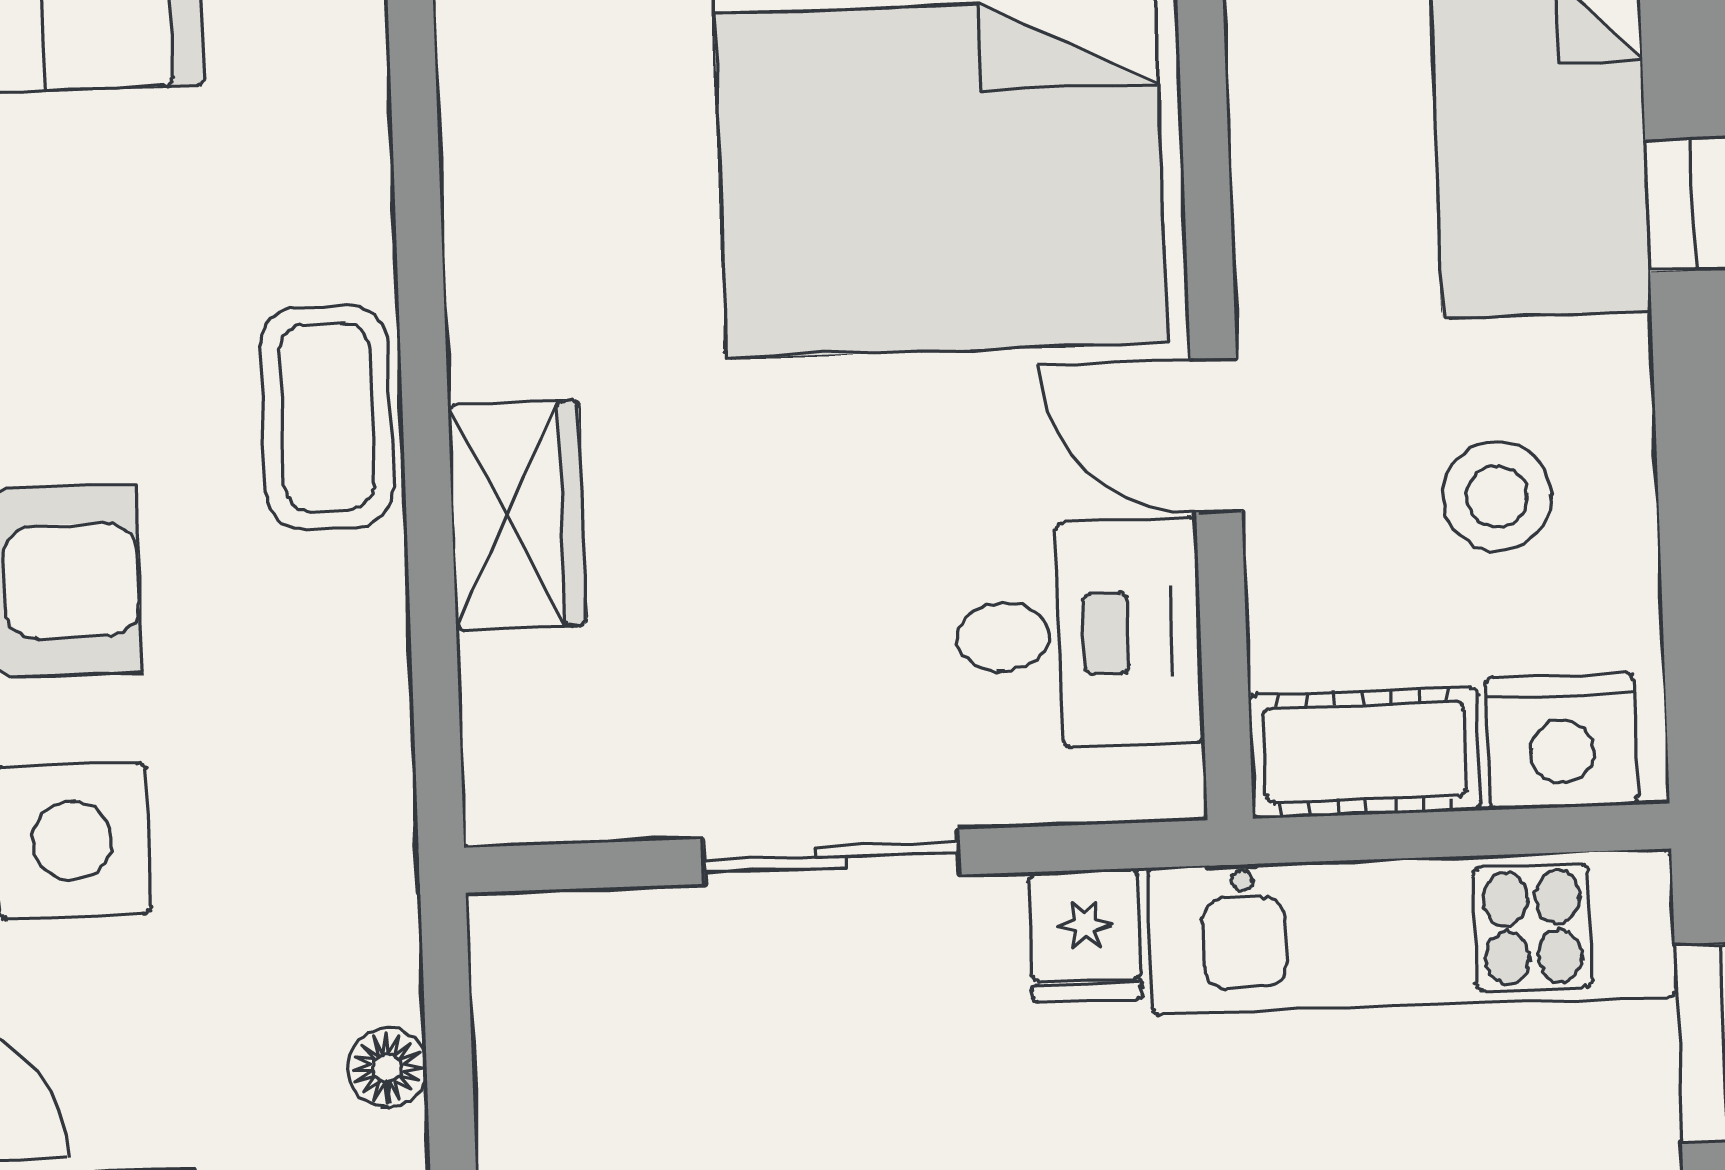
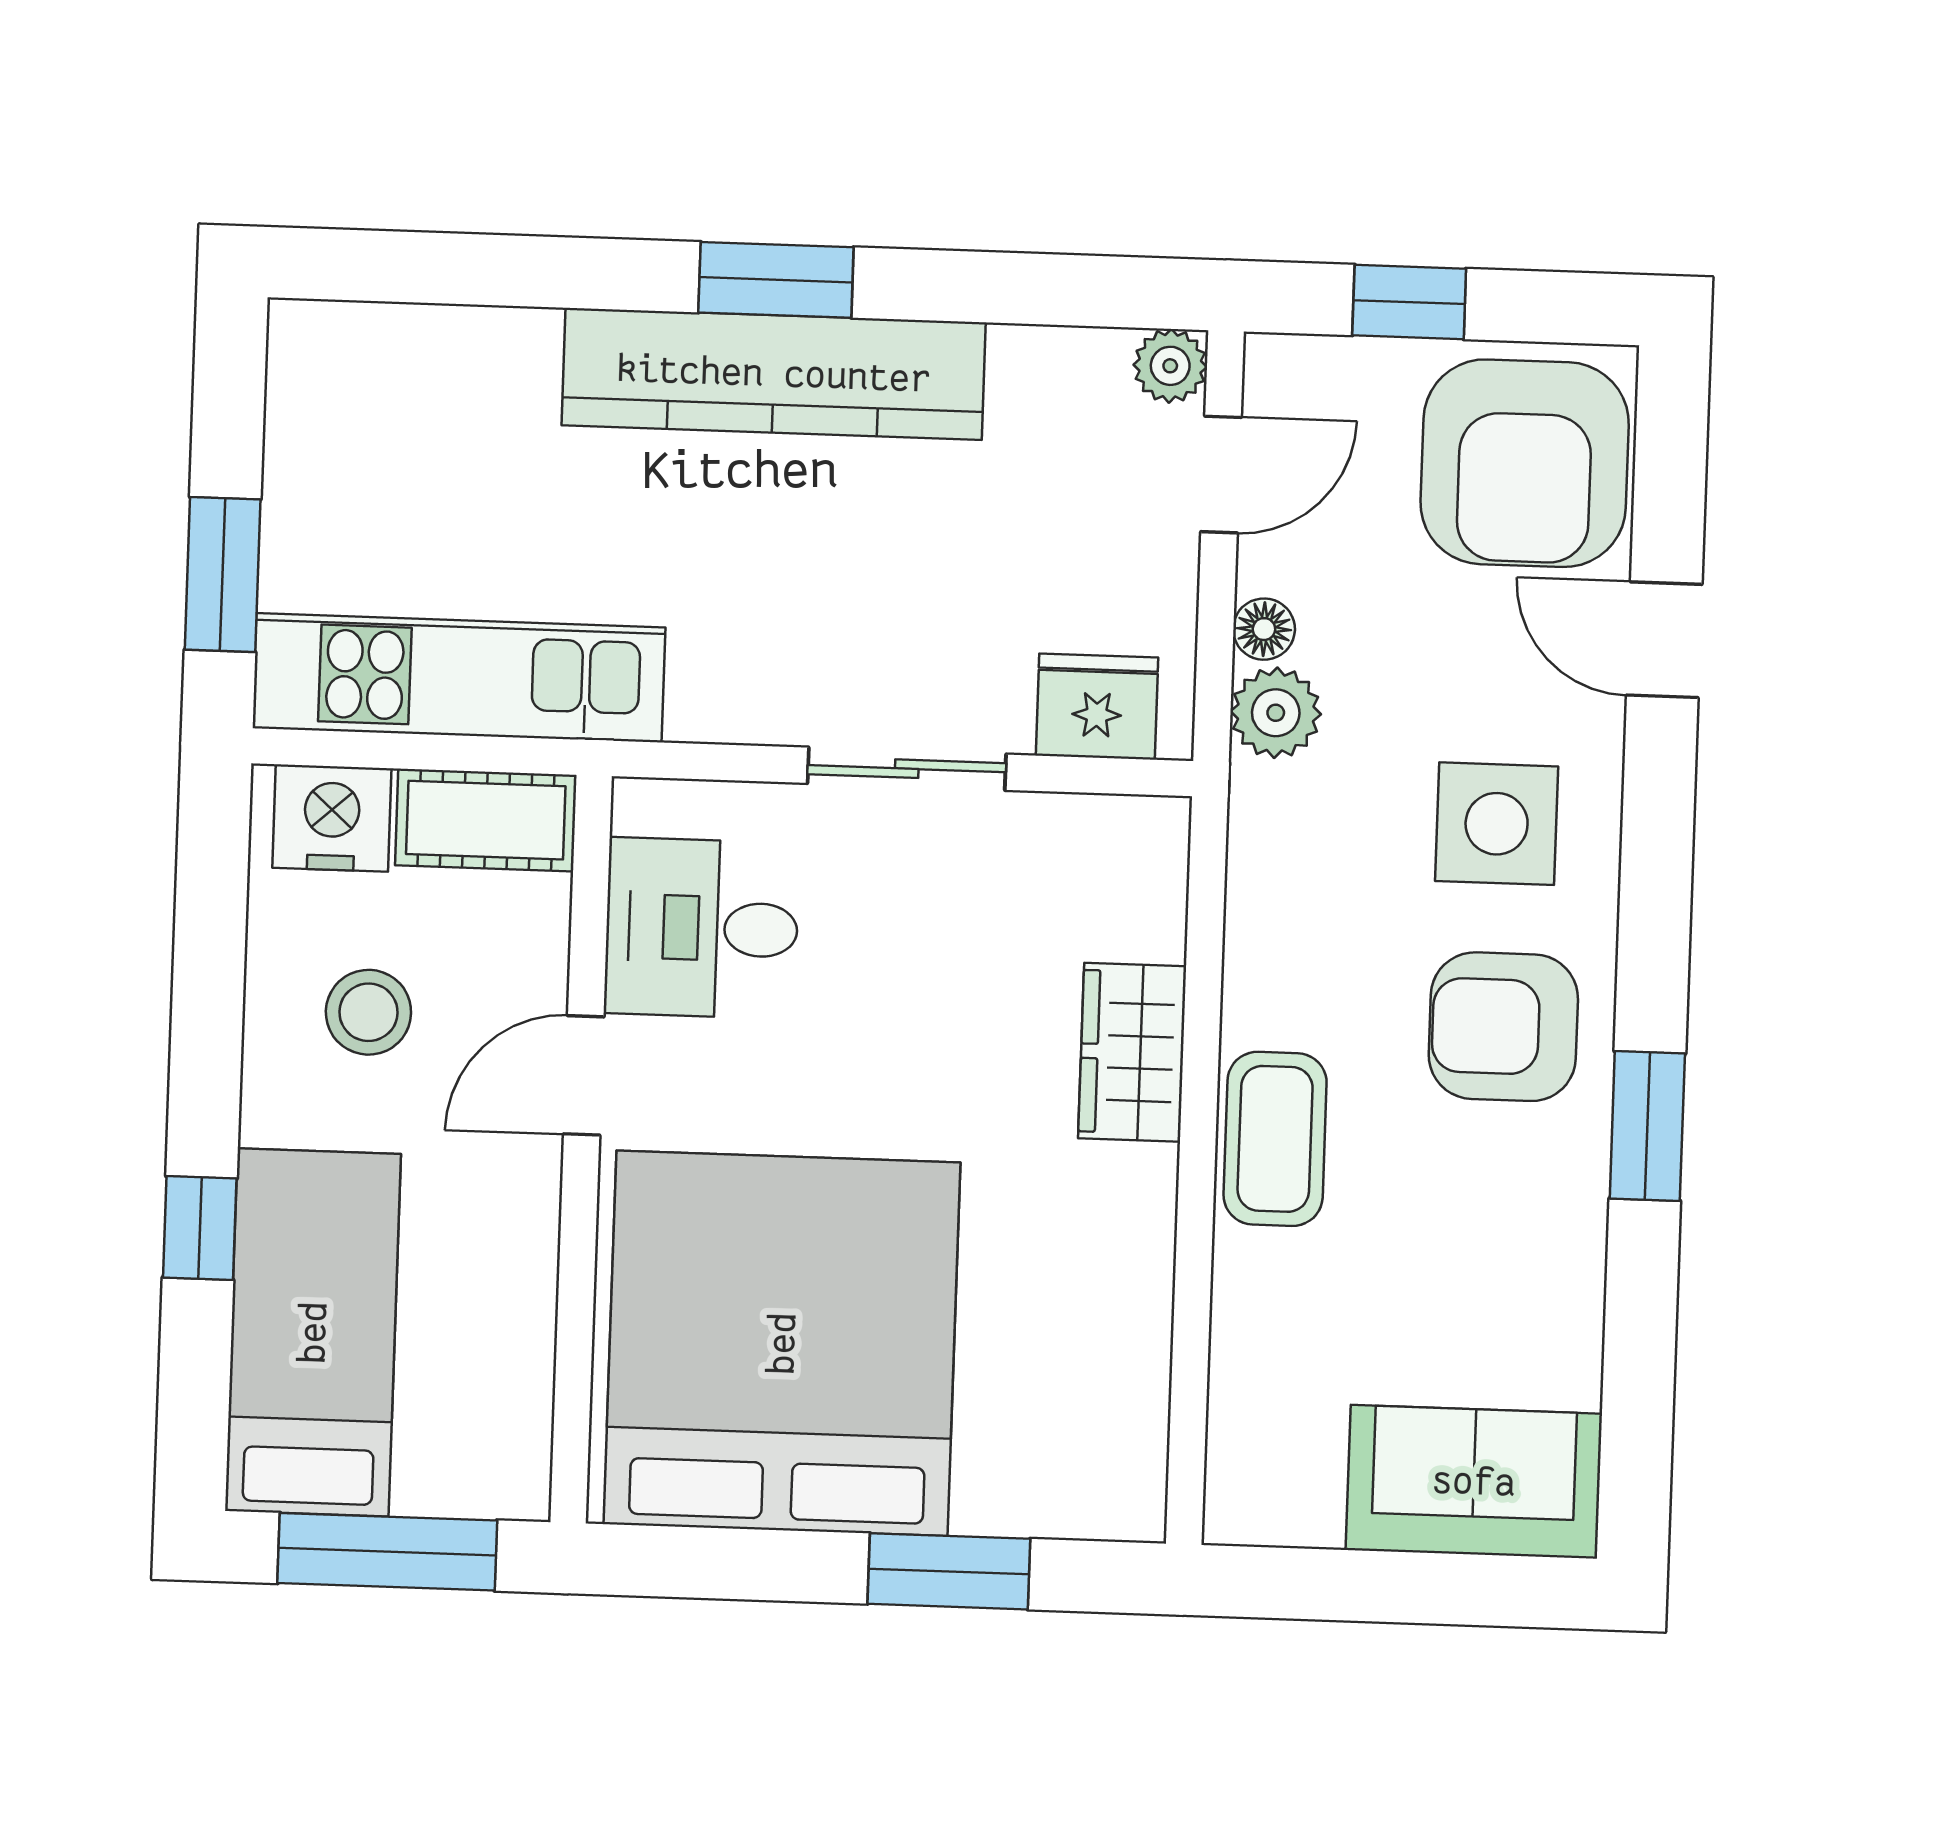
door: (1216, 435) -> (584, 1075), swing flipped
fridge: (1086, 936) -> (1097, 707), moved, width x1.38
plant: (365, 962) -> (1276, 713), added

